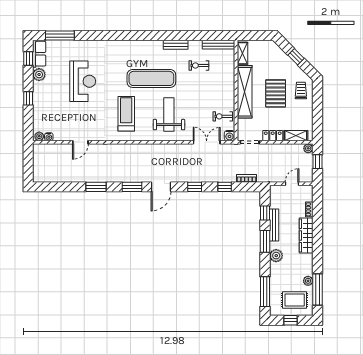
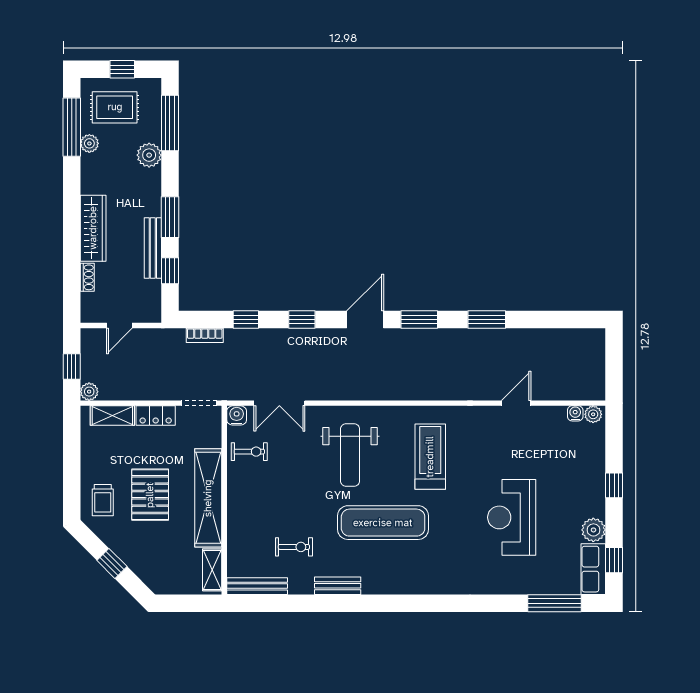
treadmill: (126, 114) -> (430, 457), turned 180
plant: (276, 256) -> (149, 155), moved

